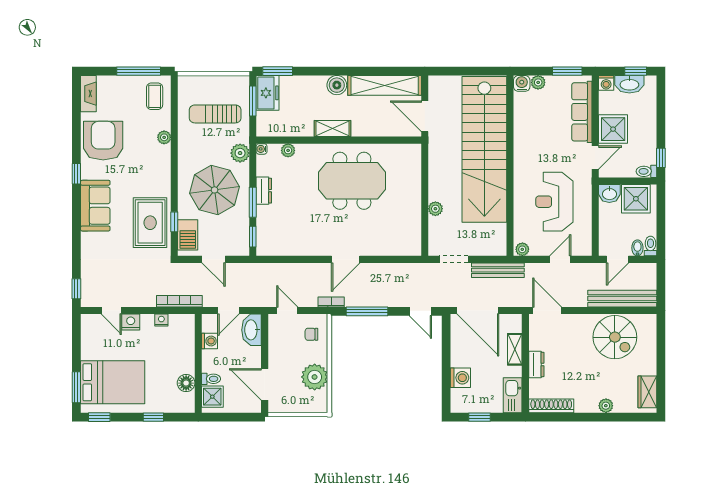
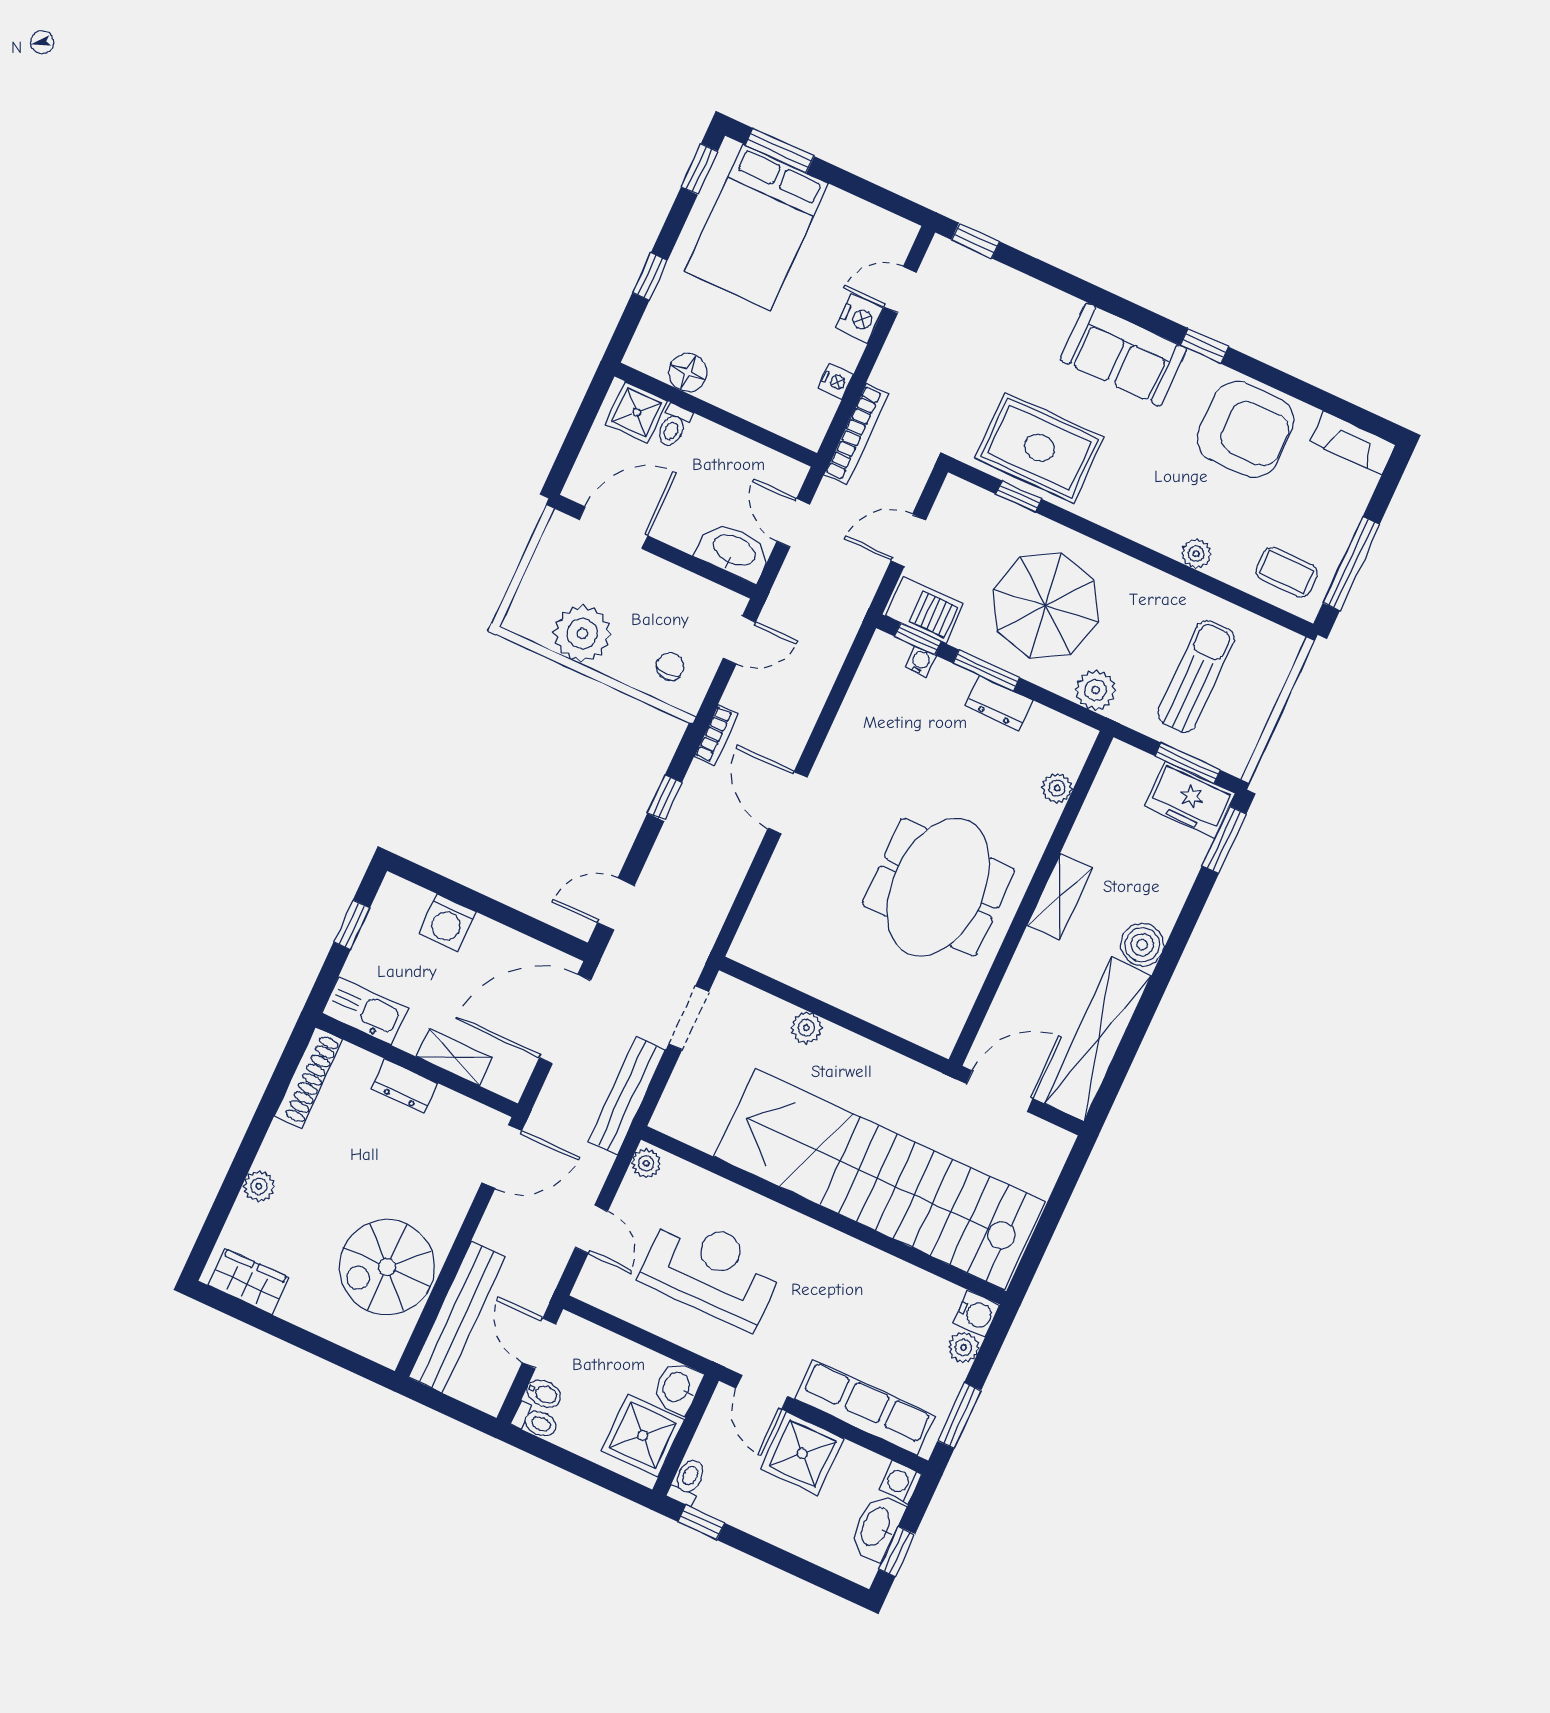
water cooler: (262, 149) -> (920, 661), moved
barbecue: (188, 235) -> (925, 610), moved, turned 180
window: (367, 311) -> (665, 798), width x0.46
washing machine: (209, 341) -> (750, 457), removed

